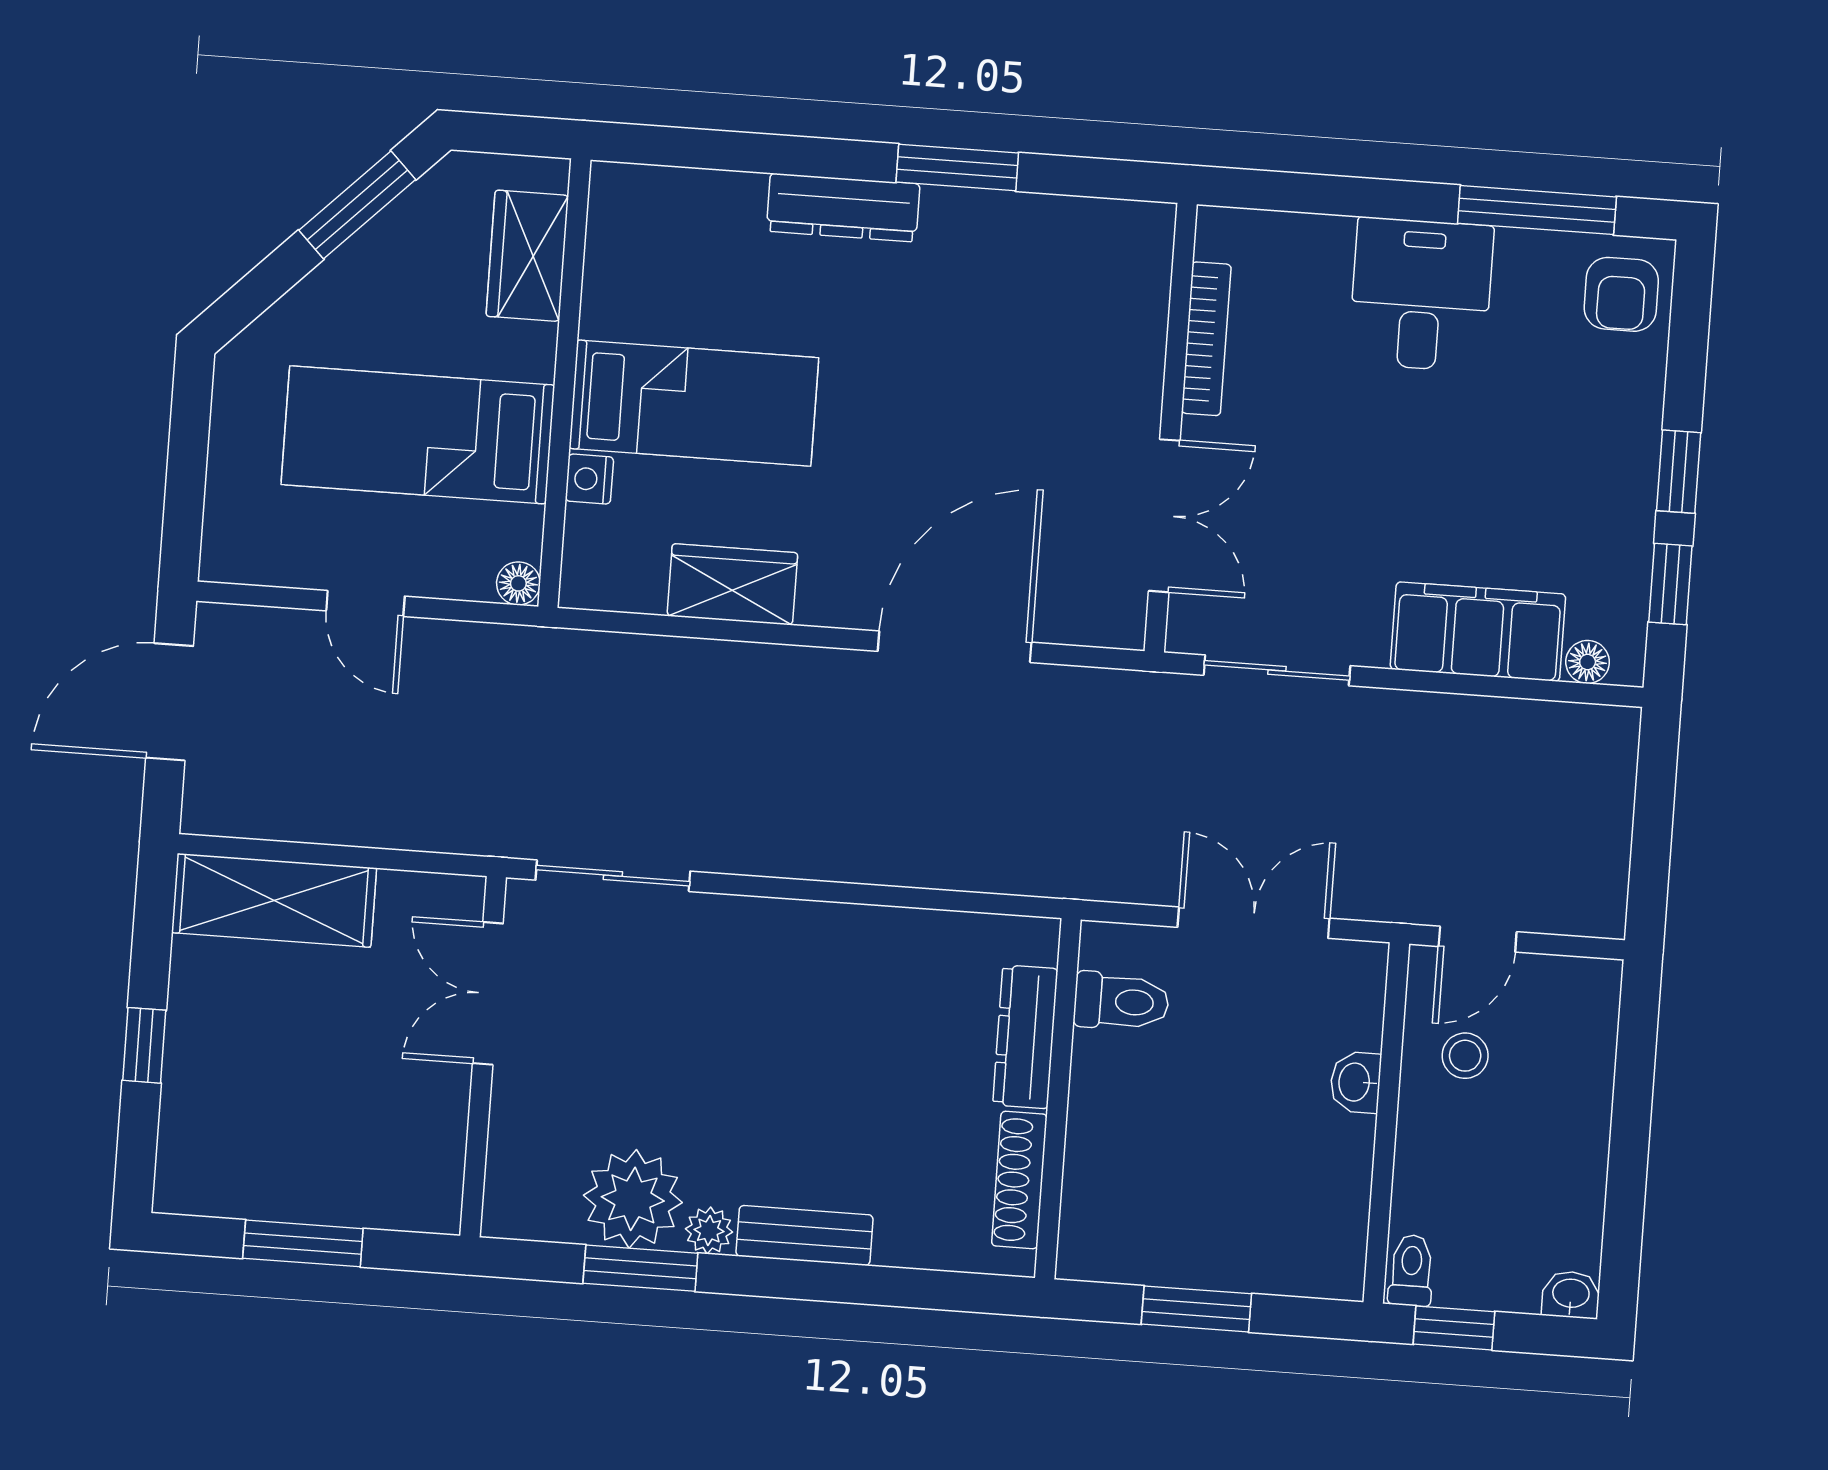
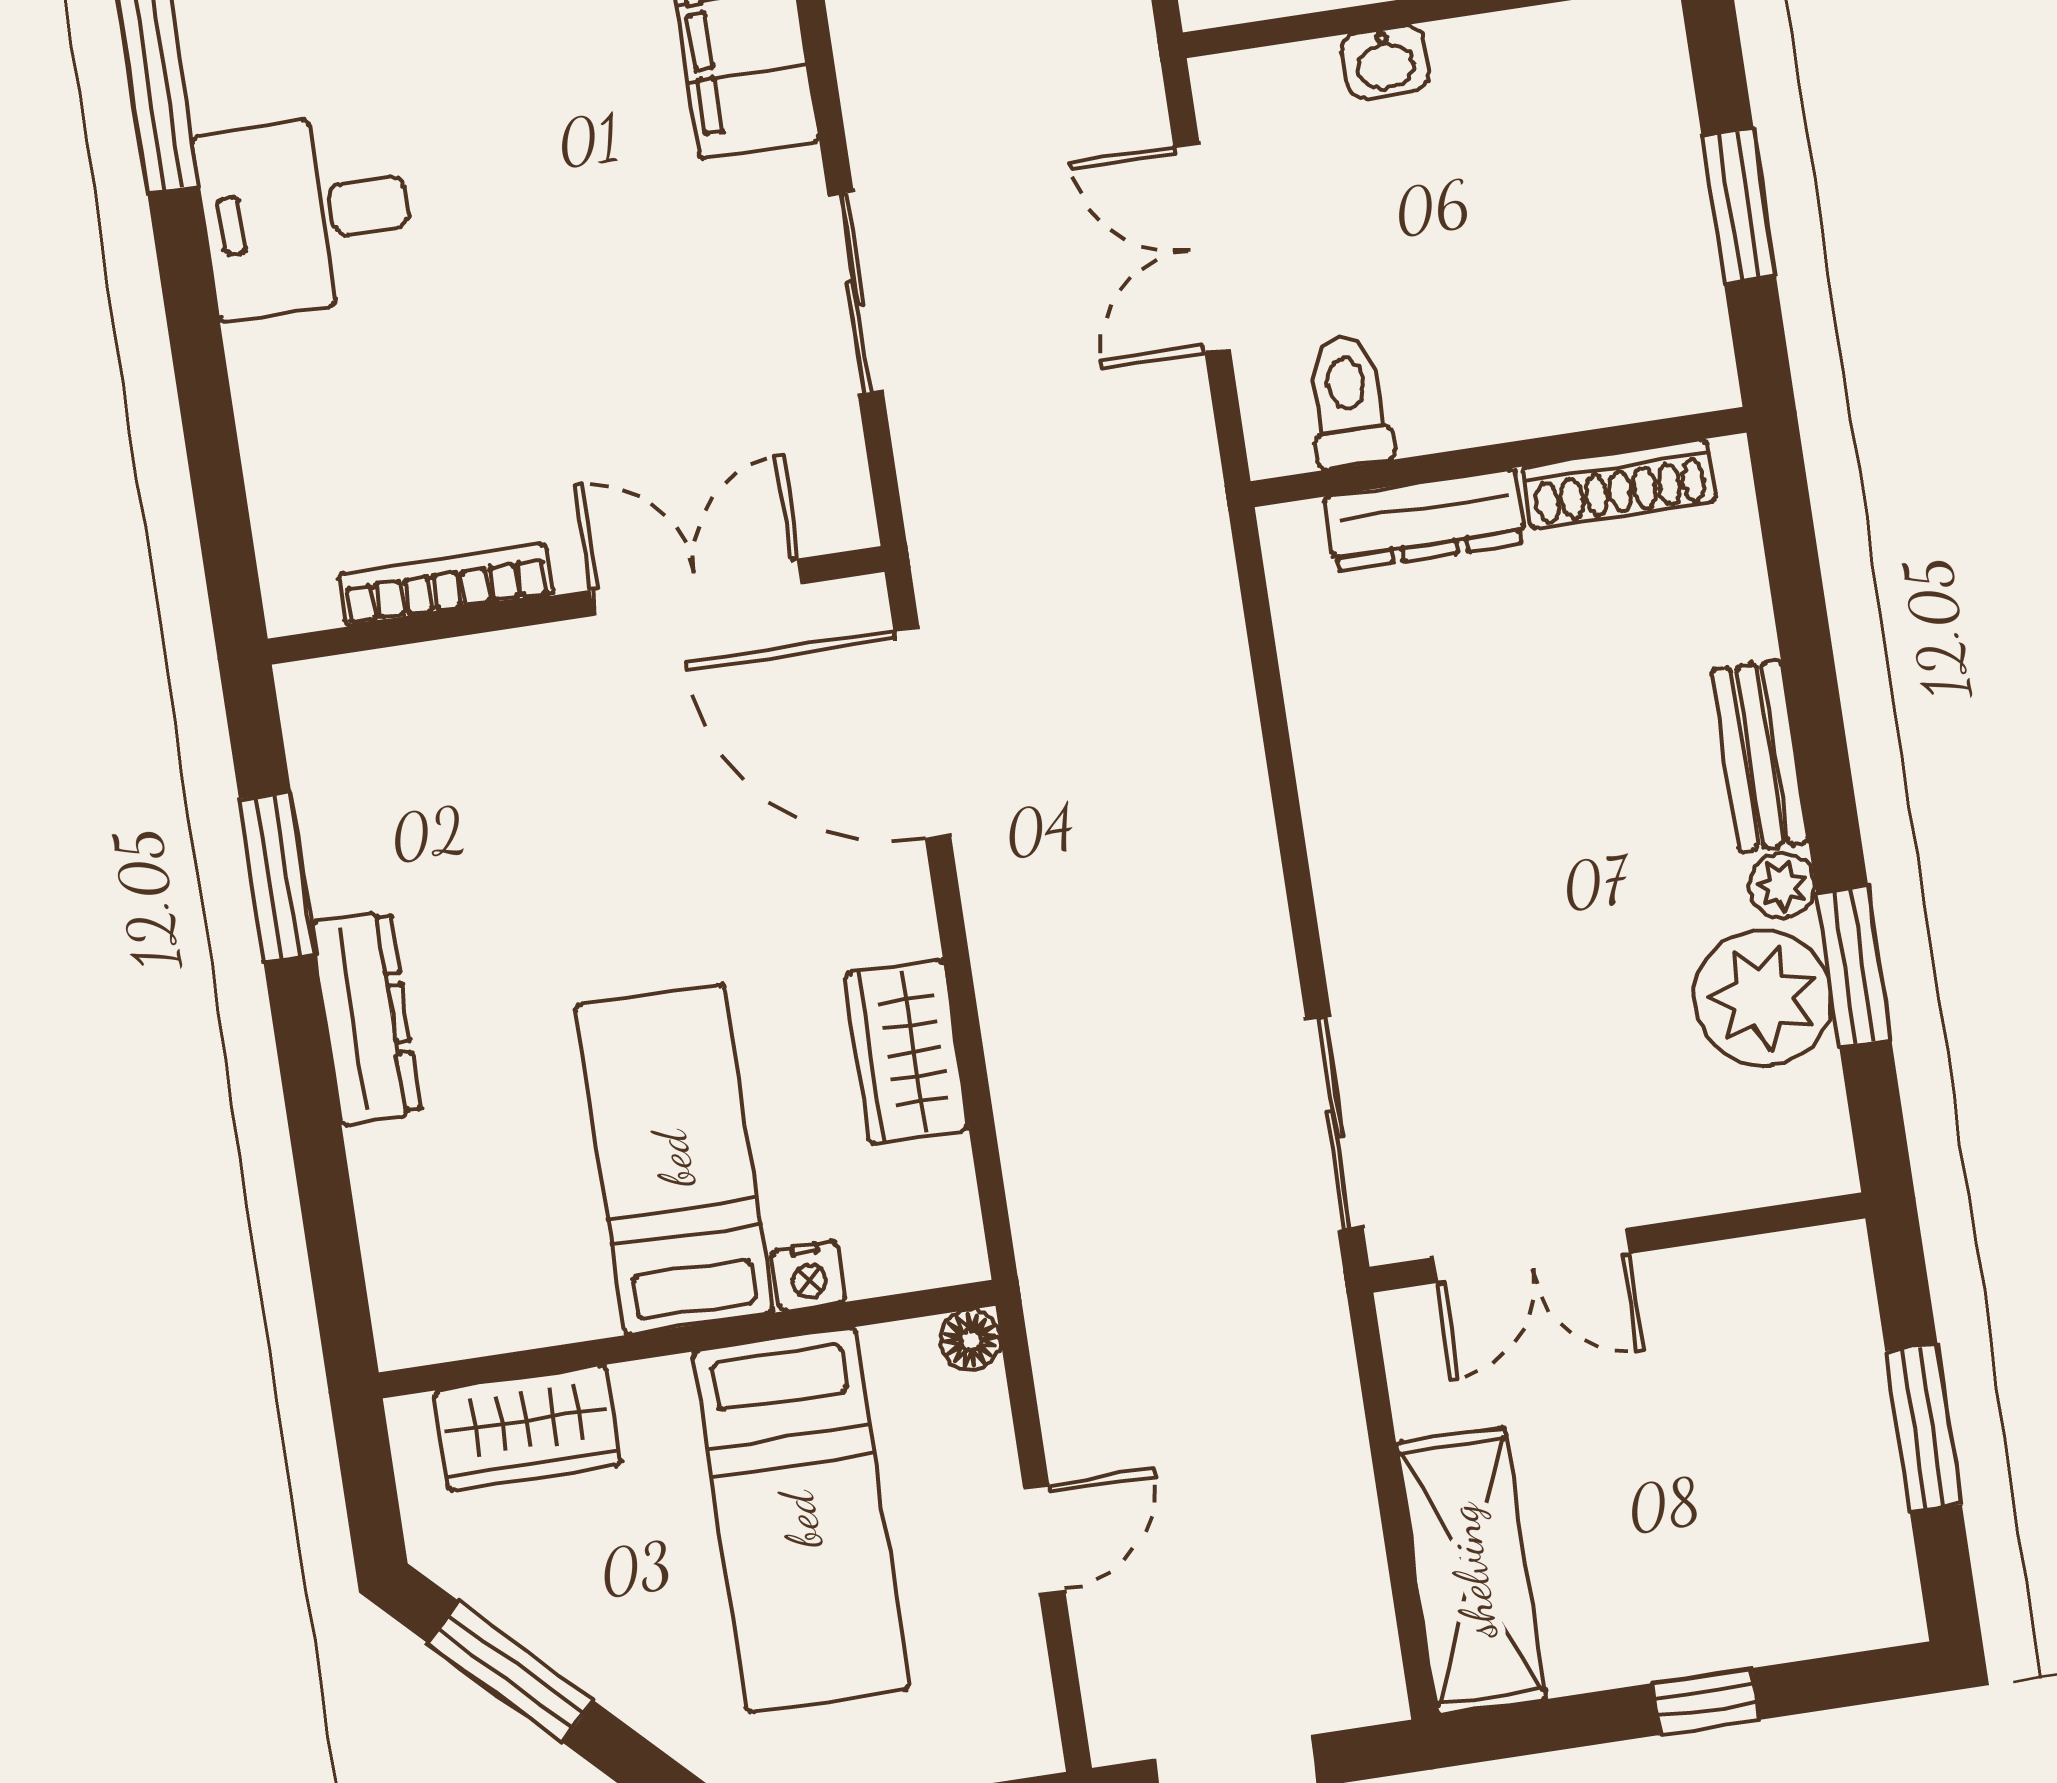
bookcase: (1206, 339) -> (446, 585), moved
wall: (1171, 428) -> (576, 605), moved
double door: (1164, 516) -> (697, 587), moved

